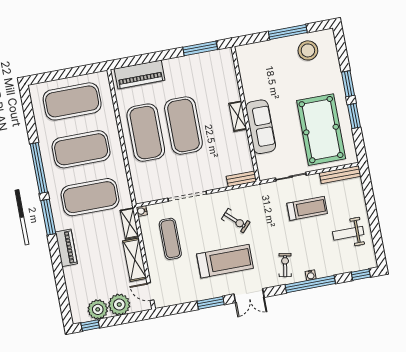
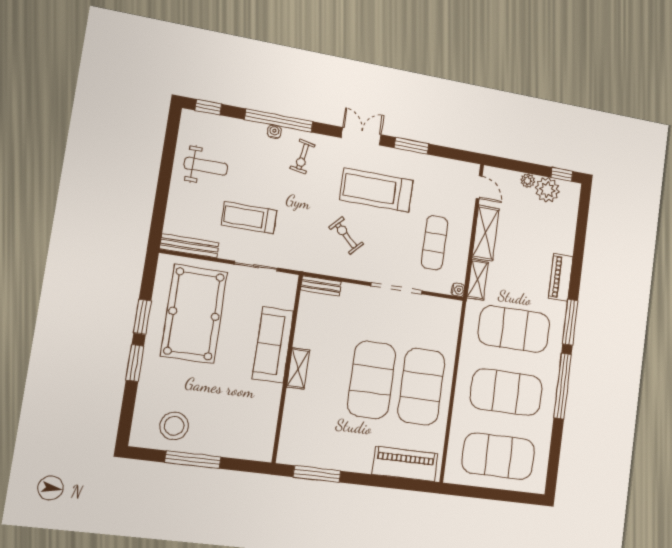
plant: (119, 305) -> (528, 181), width x0.53, depth x0.53

